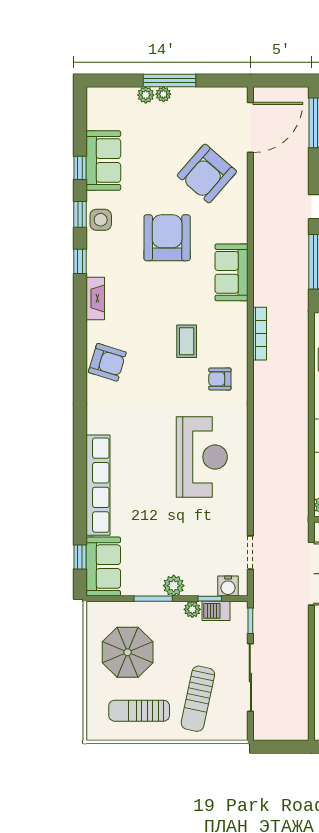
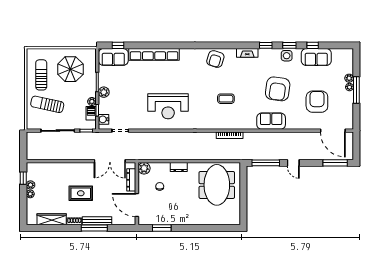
armchair: (207, 174) -> (317, 102), moved, turned 49
armchair: (167, 238) -> (278, 89), turned 98
sofa: (231, 272) -> (271, 121), moved
armchair: (220, 379) -> (207, 115), removed

